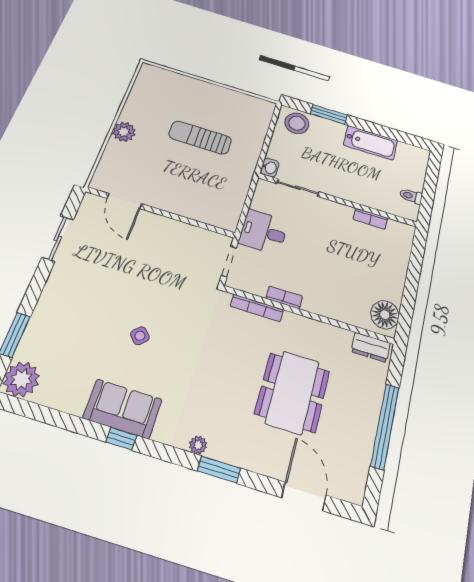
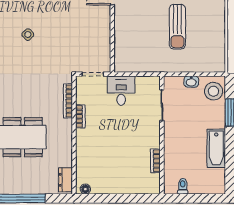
sun lounger: (200, 138) -> (177, 27), turned 180
washbasin: (270, 168) -> (191, 82), moved
floor lamp: (385, 315) -> (85, 189), width x0.53, depth x0.53

